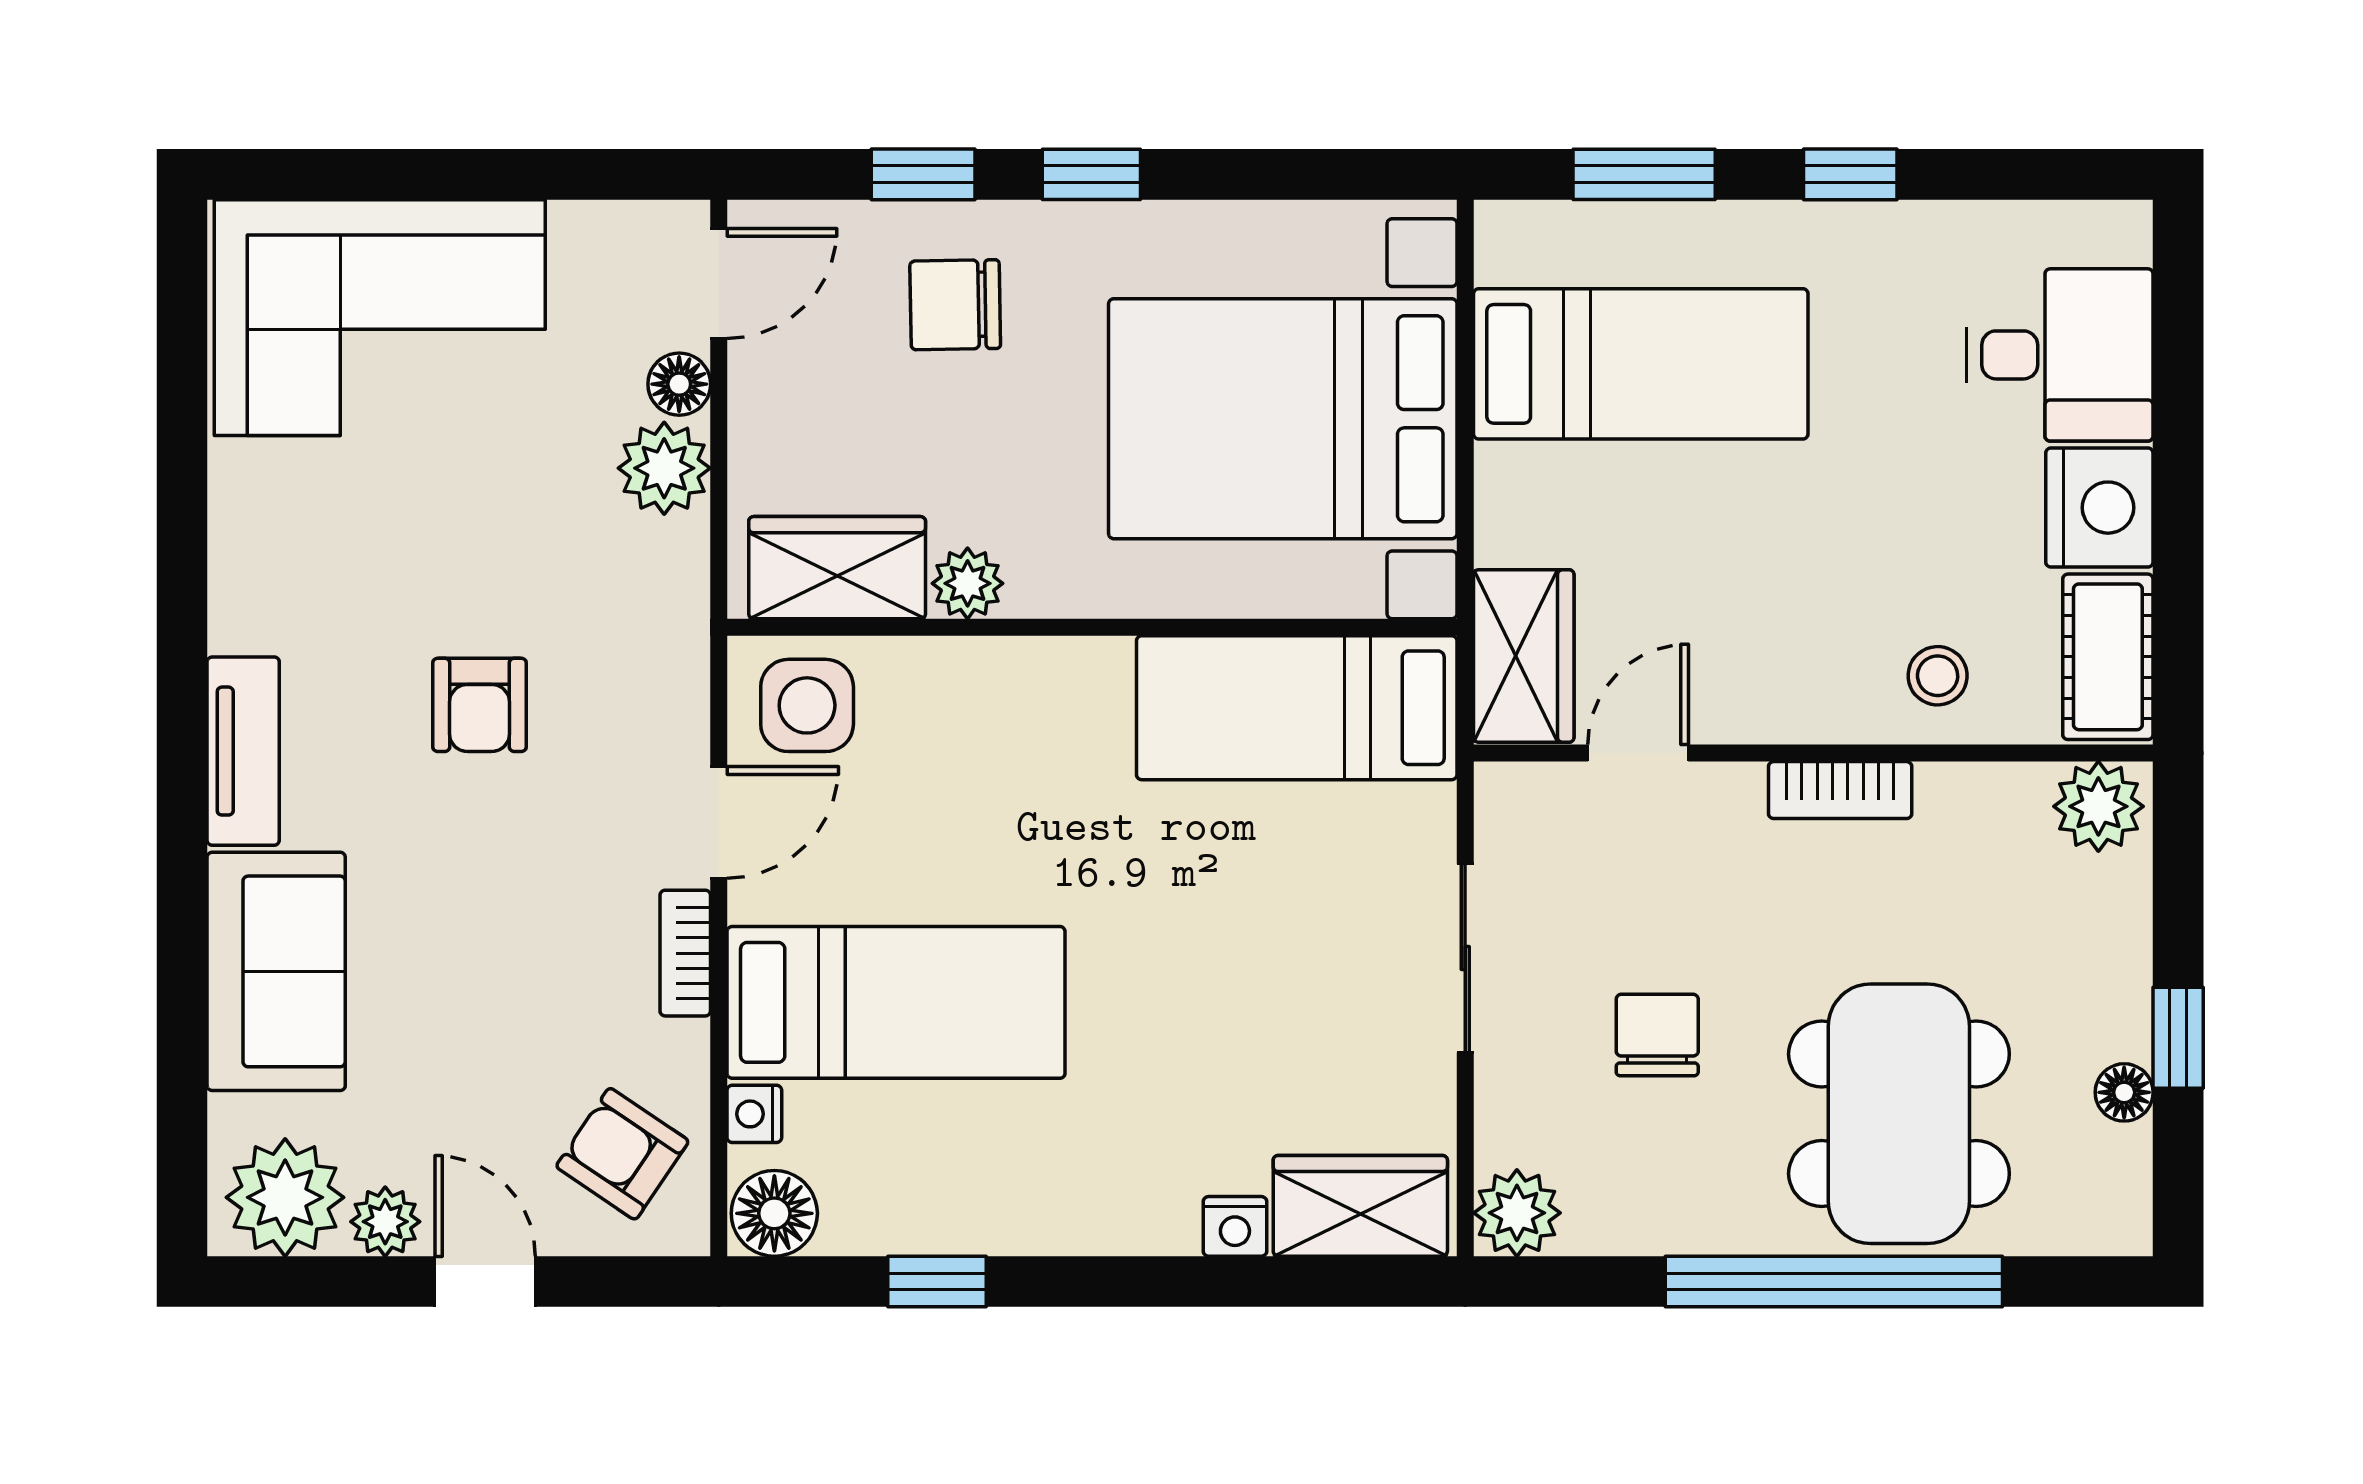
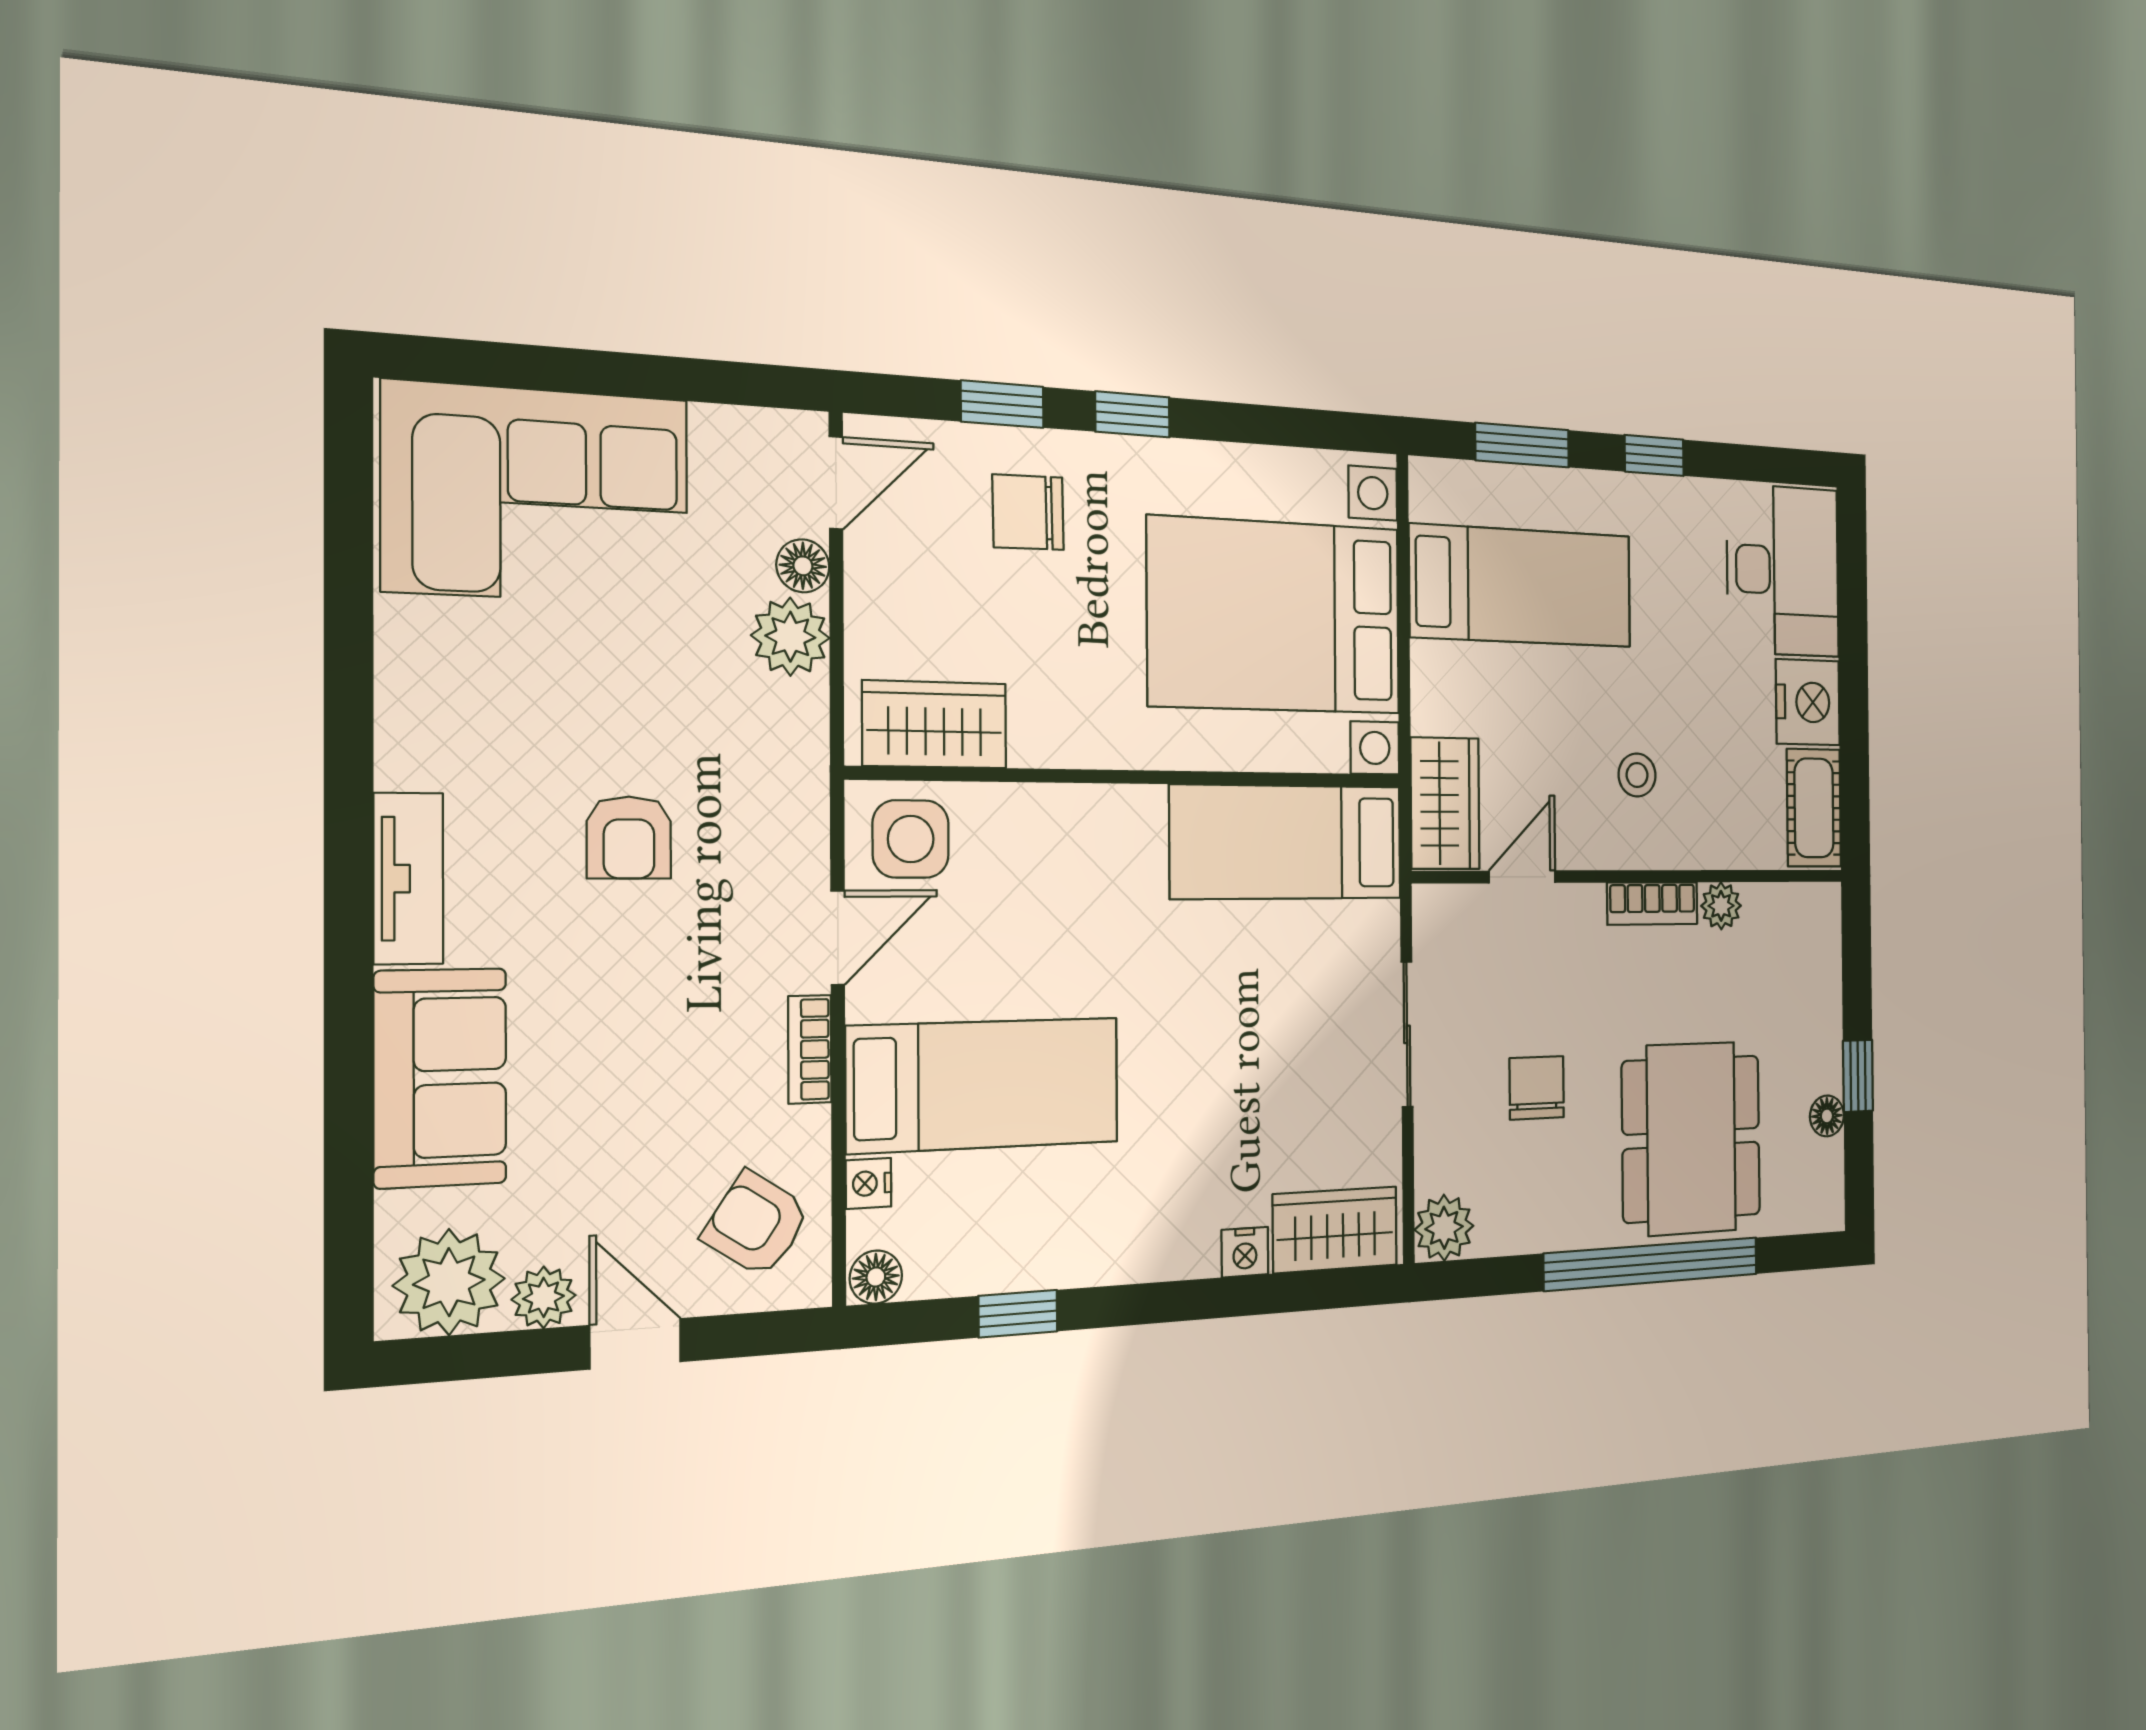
desk: (2060, 355) -> (1783, 571), width x1.37
plant: (968, 583) -> (1039, 740), removed
stool: (1938, 676) -> (1637, 775), moved
plant: (2098, 806) -> (1721, 906), moved, width x0.73, depth x0.73
floor lamp: (774, 1213) -> (876, 1277), width x0.73, depth x0.73

